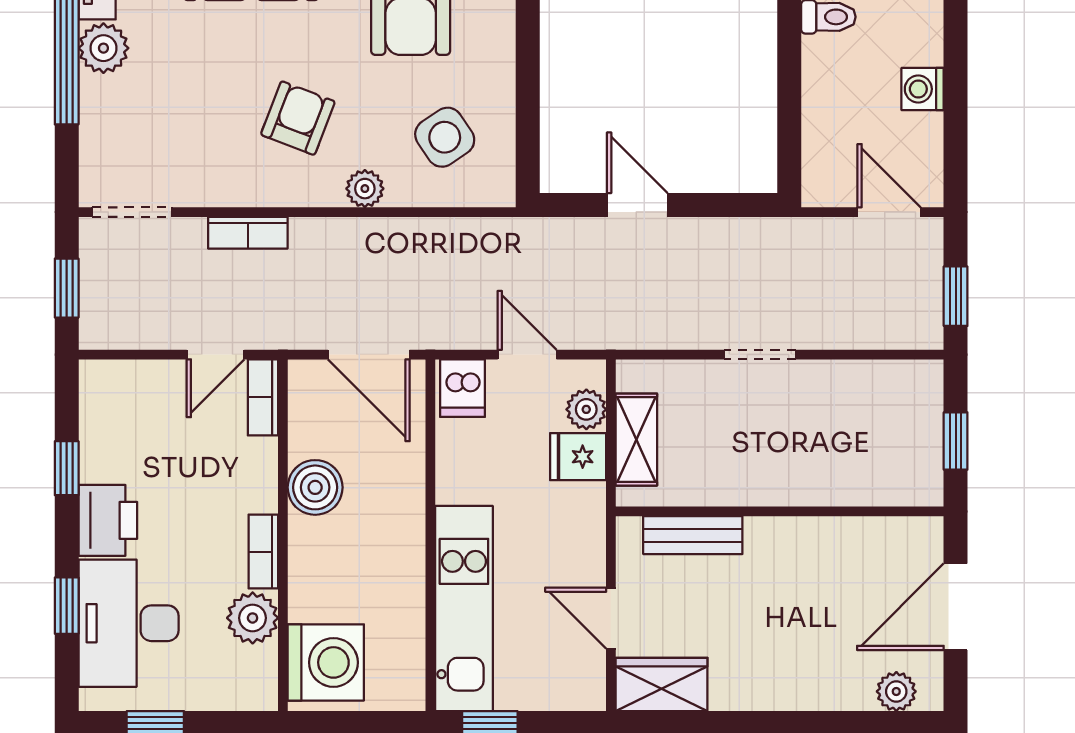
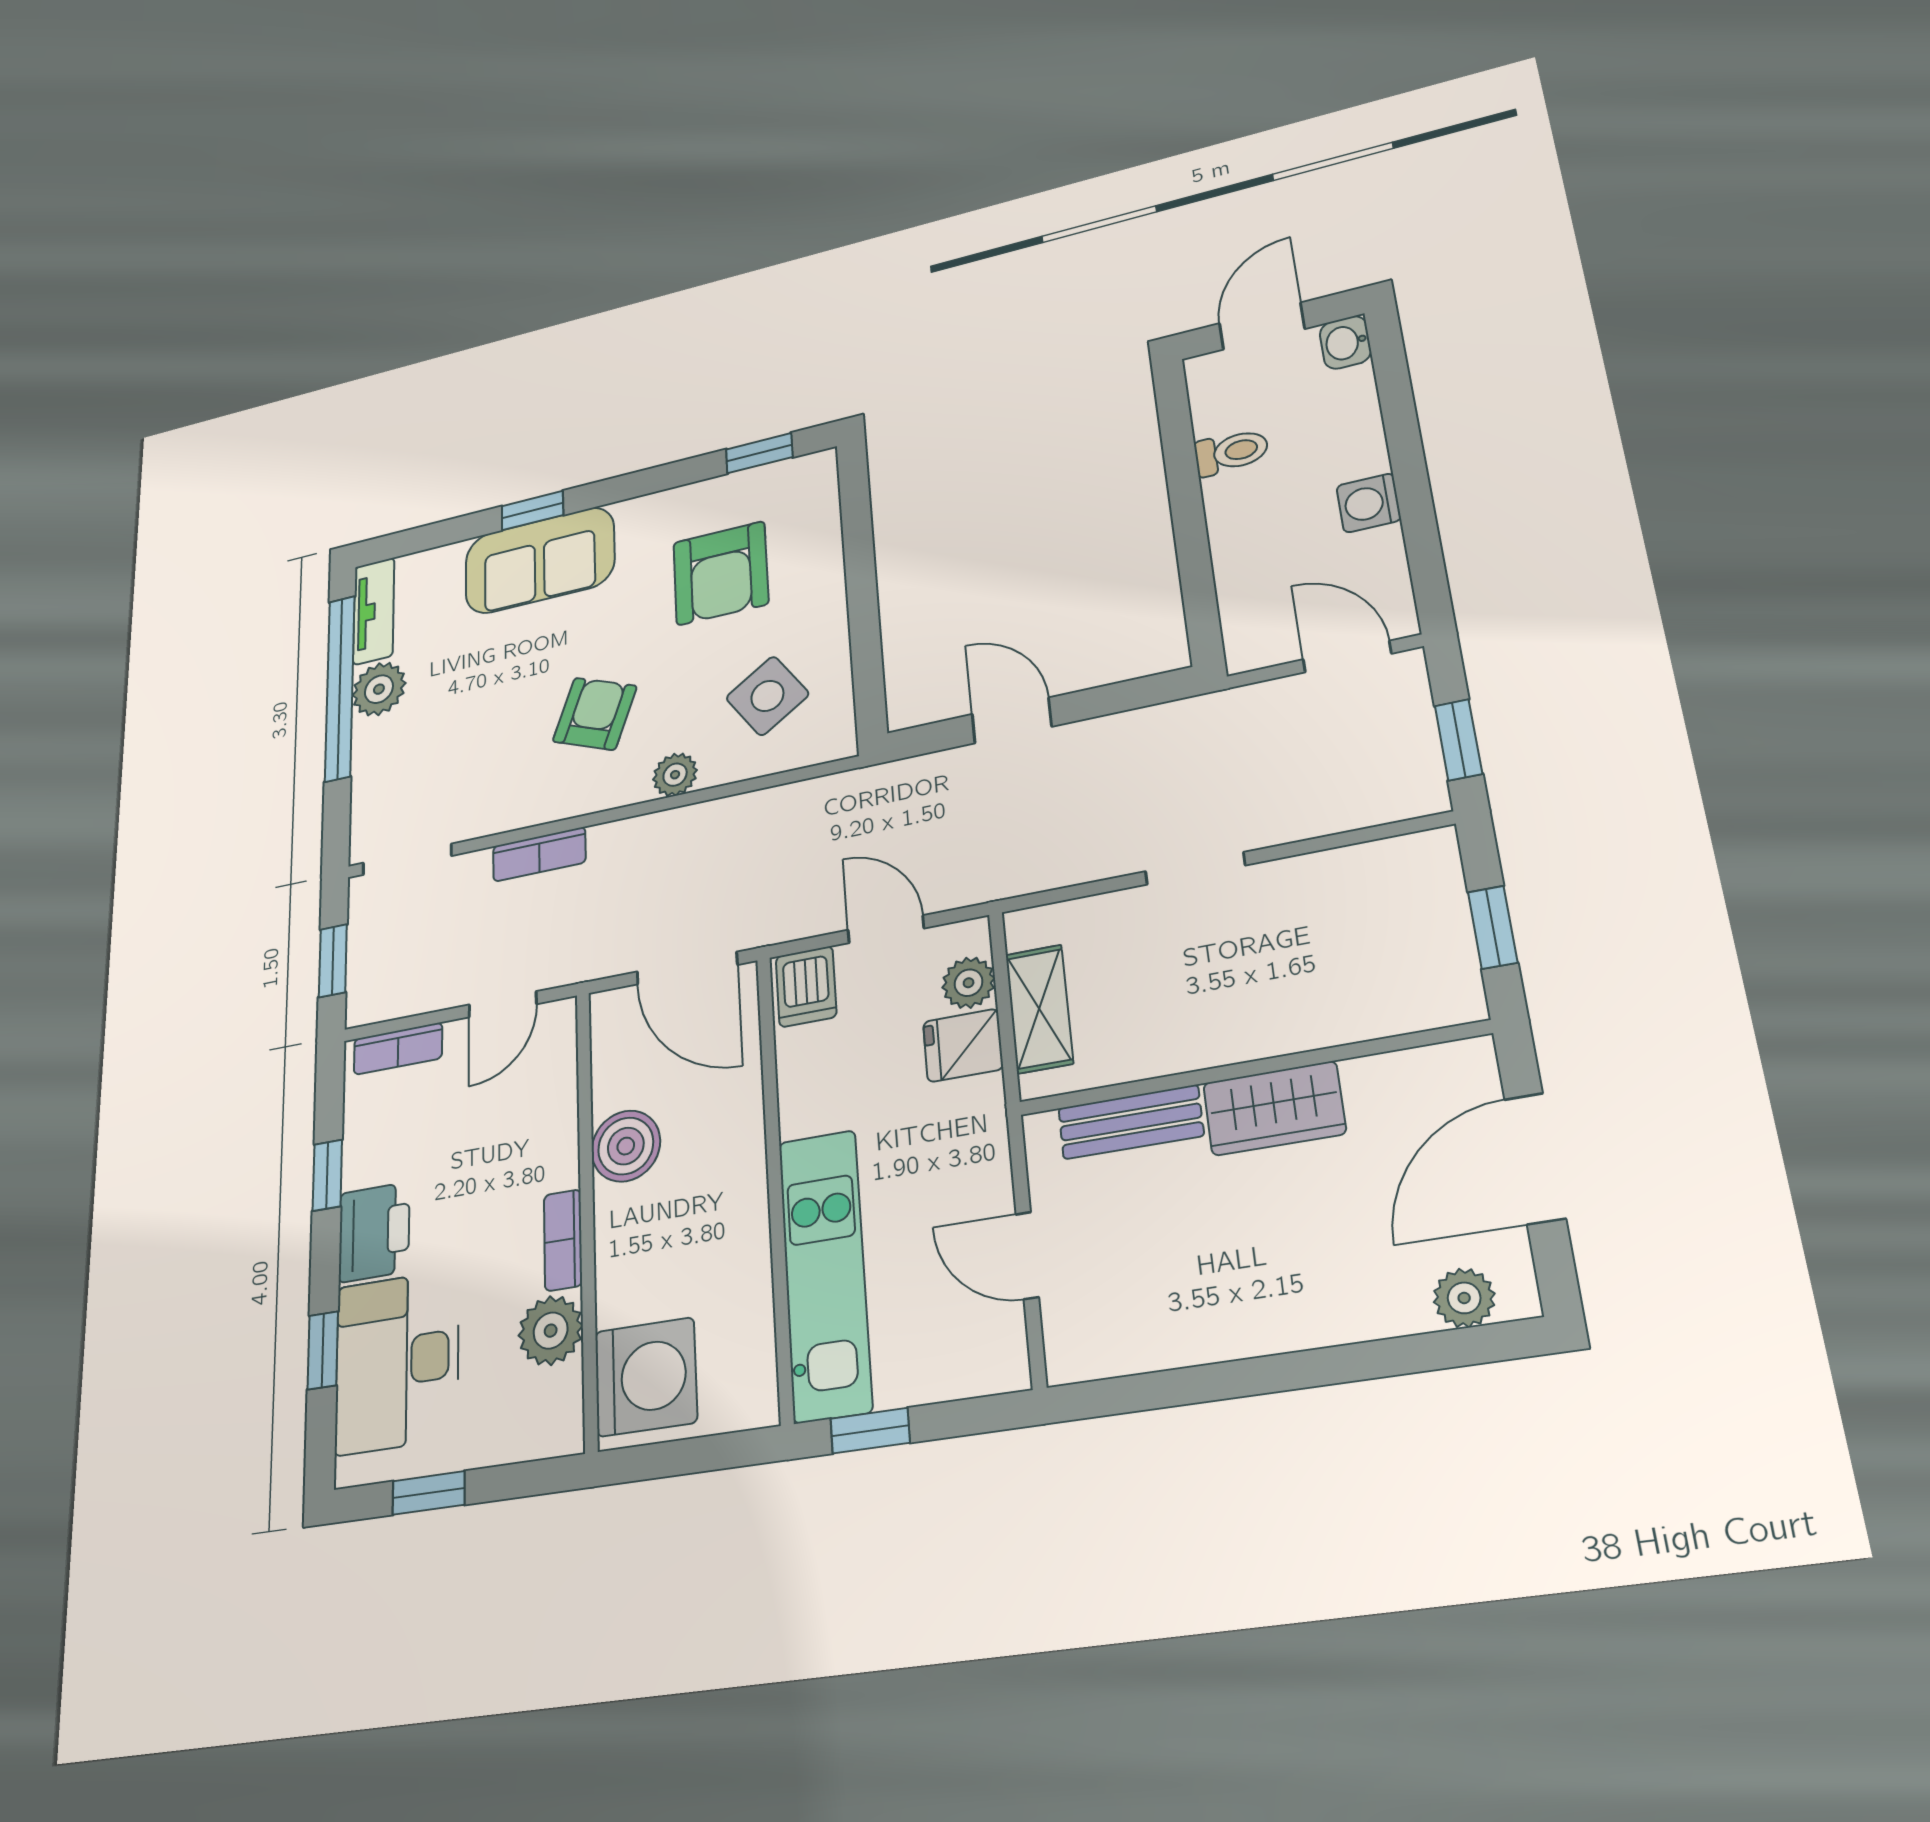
bookcase: (263, 397) -> (398, 1049), moved, turned -90
wardrobe: (662, 684) -> (1274, 1108), moved, turned 180

